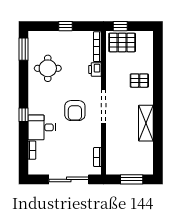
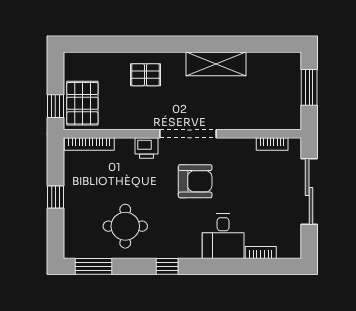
printer: (95, 69) -> (147, 148), moved
pallet: (139, 81) -> (145, 75), turned 90
window: (23, 115) -> (167, 266), moved

